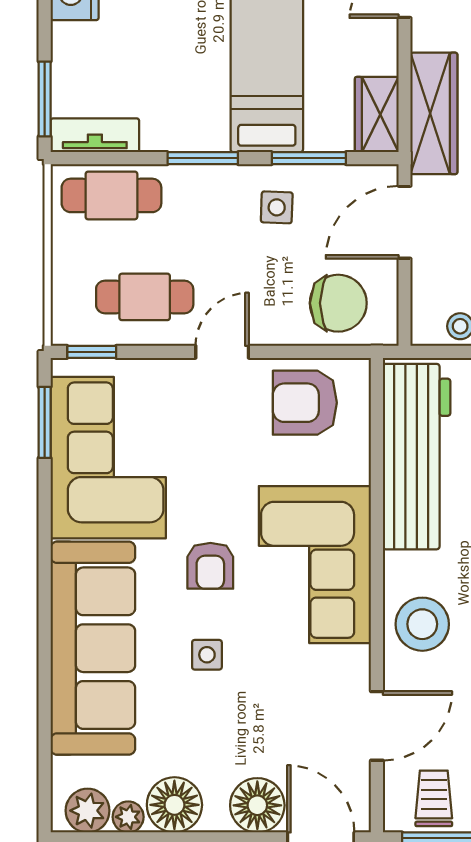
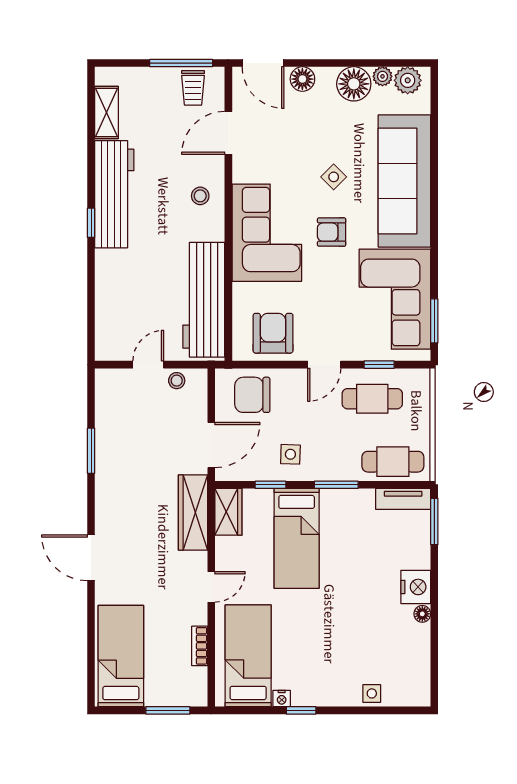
window: (309, 158) -> (271, 485), width x0.67
window: (92, 352) -> (379, 365), moved
armchair: (305, 403) -> (273, 333), turned -90
armchair: (210, 566) -> (332, 232), turned -90
stool: (422, 624) -> (200, 196), width x0.53, depth x0.53
side table: (207, 655) -> (334, 177), turned 45
floor lamp: (257, 805) -> (302, 79), width x0.73, depth x0.73

